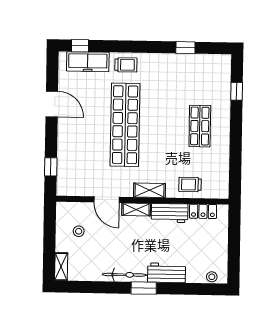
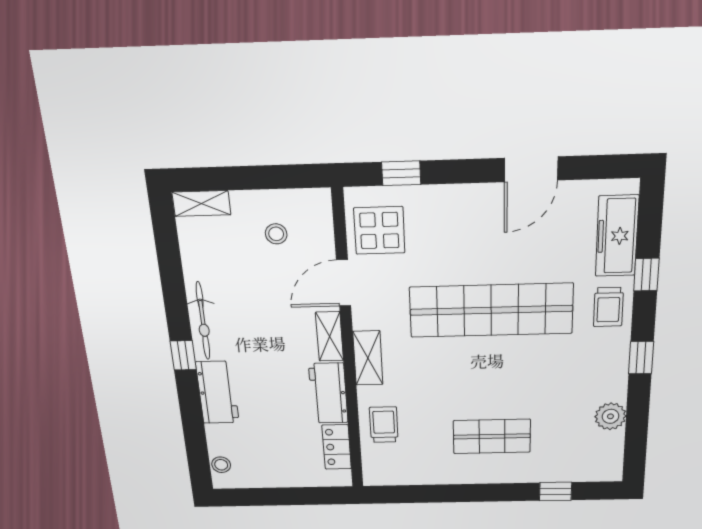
window: (80, 46) -> (646, 275), moved
window: (185, 48) -> (641, 358), moved
plant: (190, 62) -> (610, 416), added
display table: (79, 179) -> (379, 230), added
window: (144, 288) -> (183, 355), width x0.67

